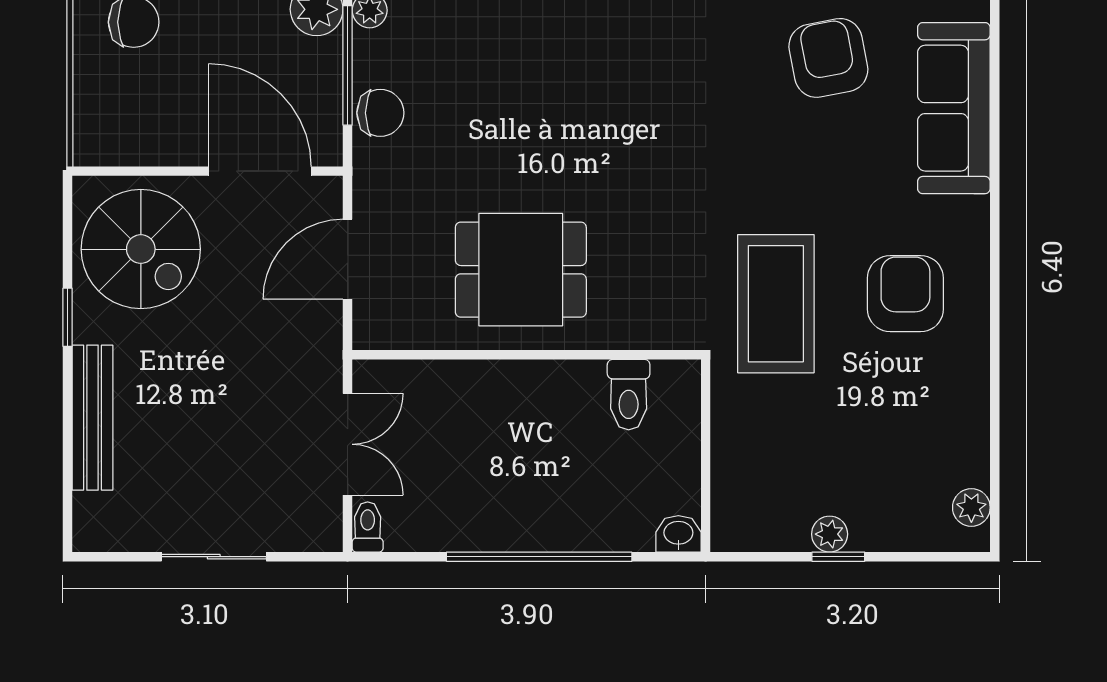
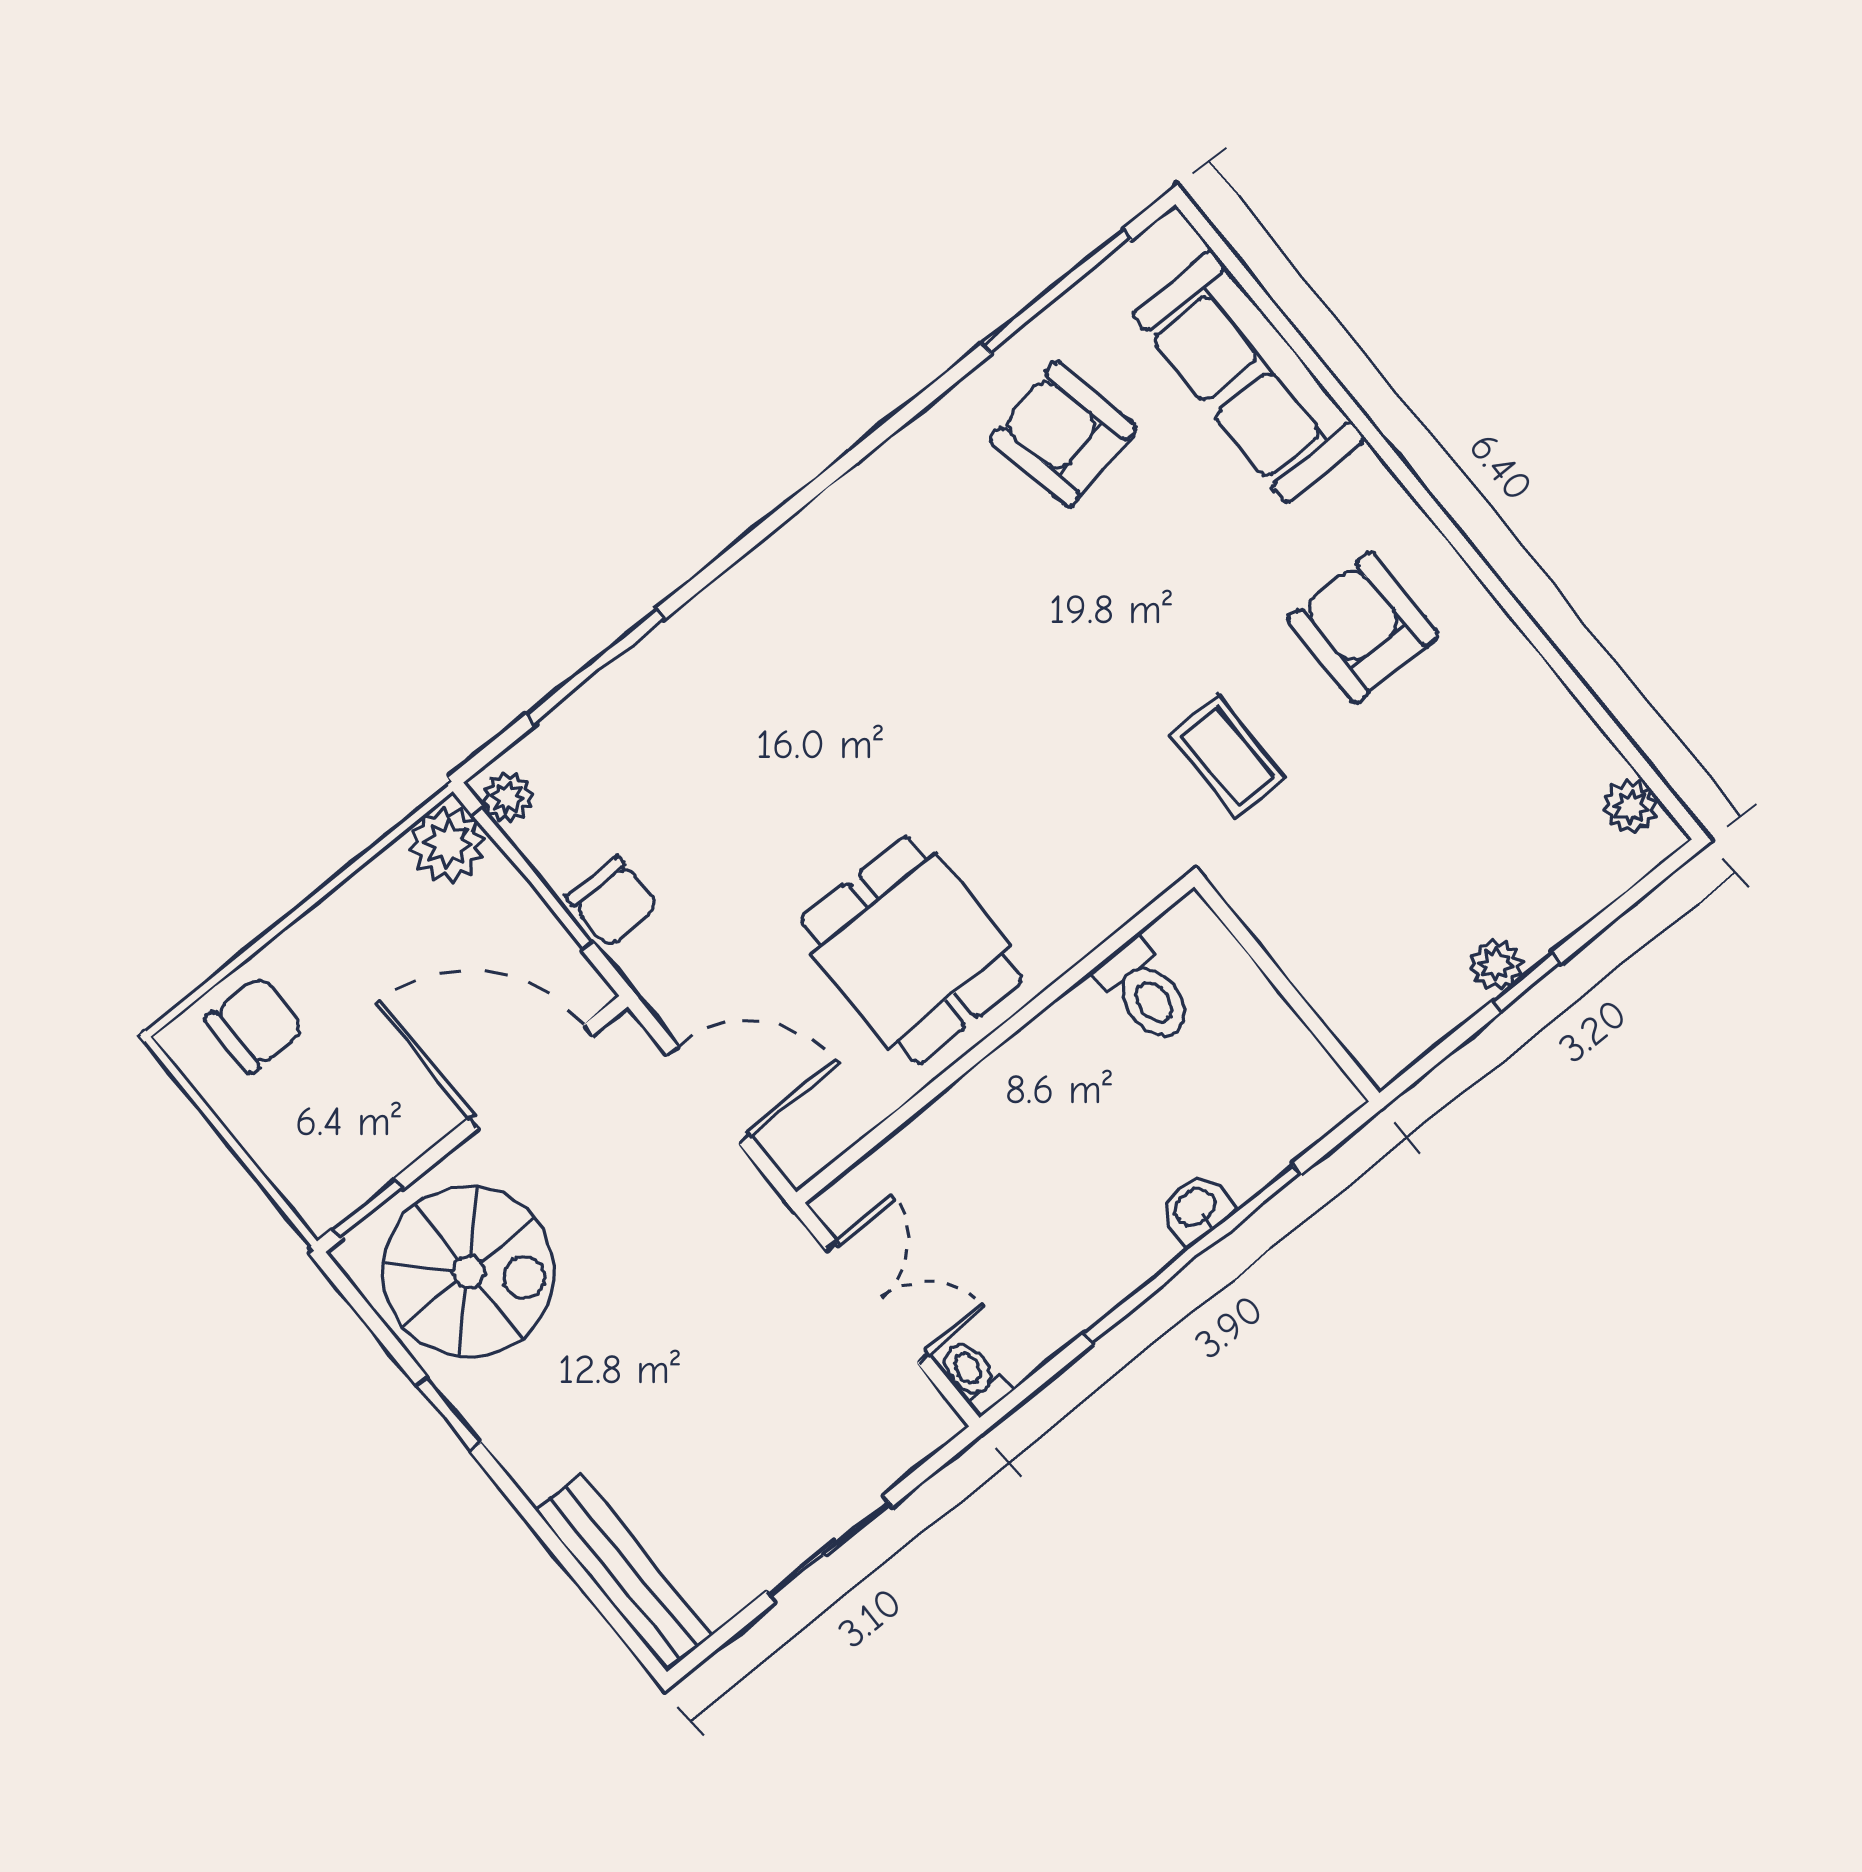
chair: (380, 113) -> (613, 902), turned 90
window: (114, 171) -> (368, 1209), added
door: (348, 259) -> (709, 1095), swing flipped
dining table: (521, 270) -> (912, 950), turned 90
coffee table: (776, 304) -> (1227, 756), width x0.54, depth x0.58
bench: (92, 418) -> (624, 1573), moved
washbasin: (678, 534) -> (1196, 1208), moved

